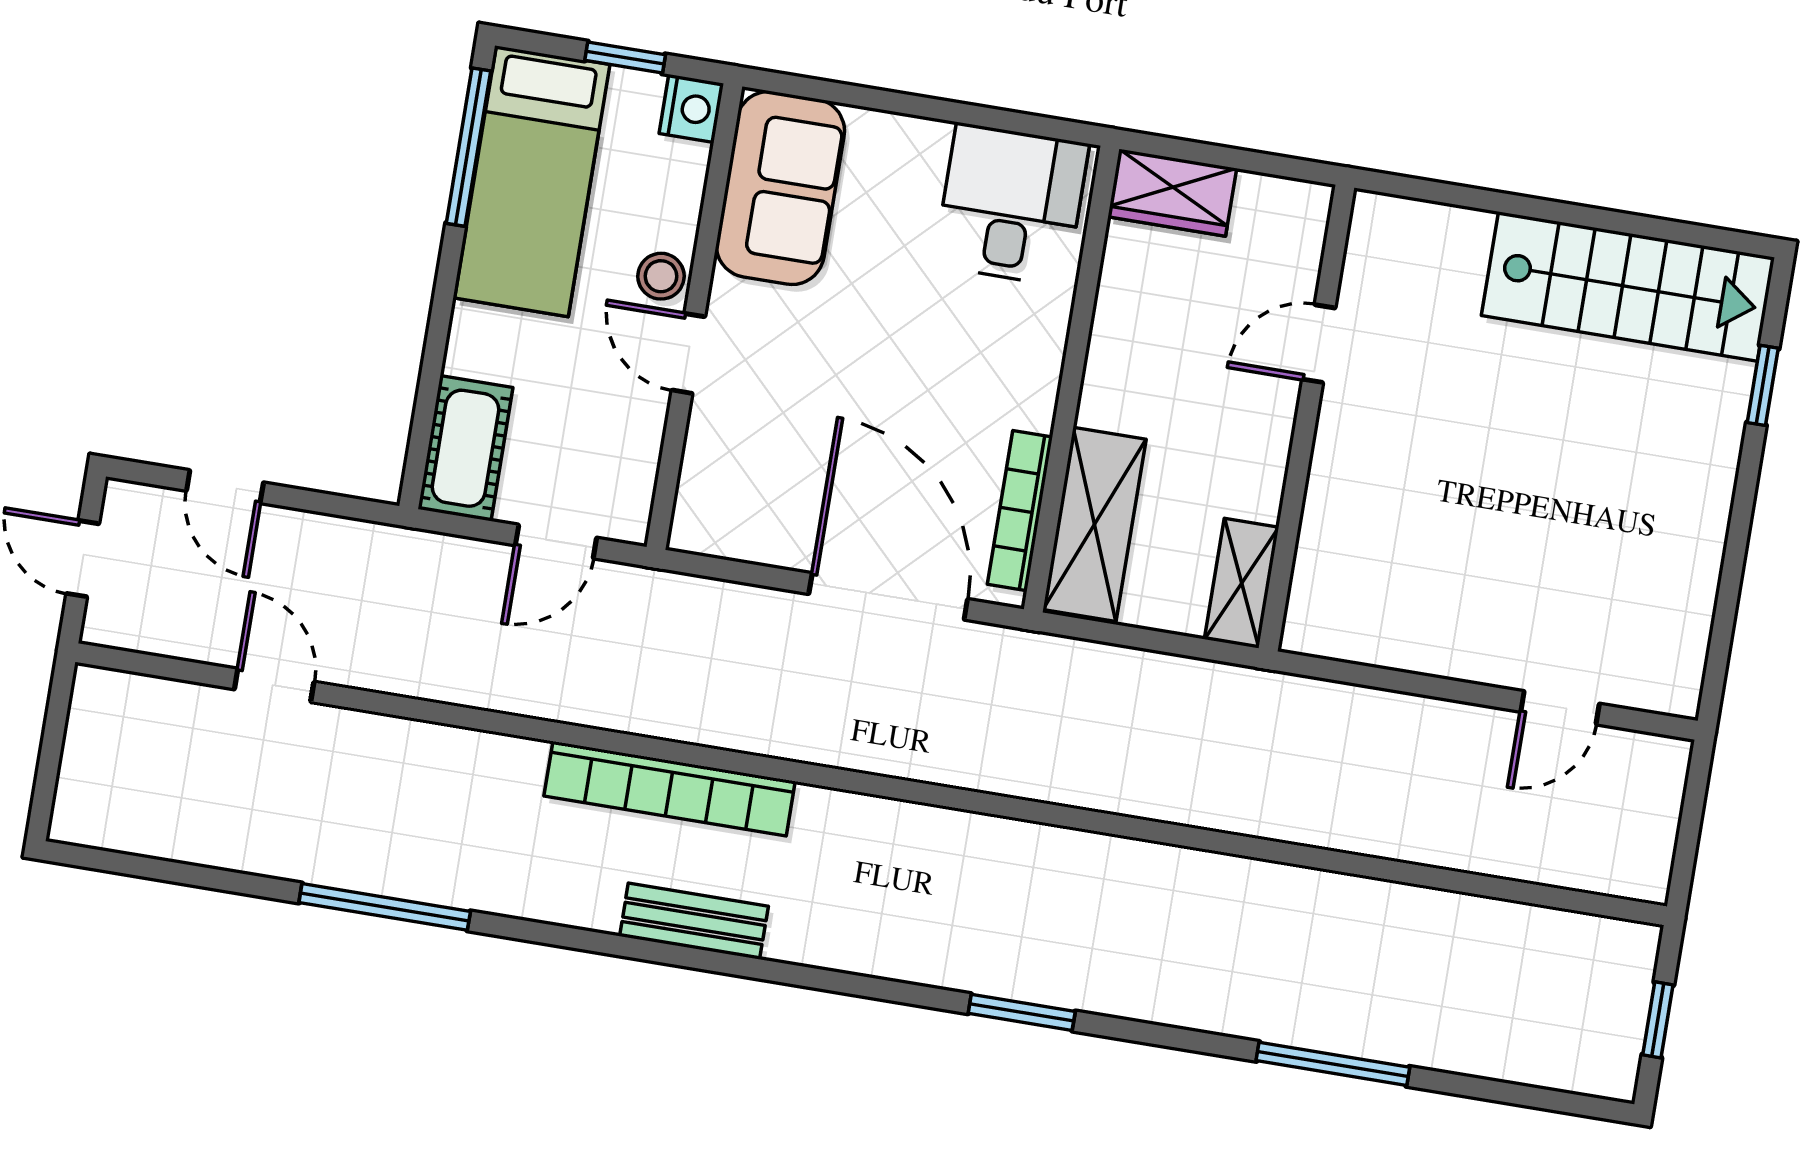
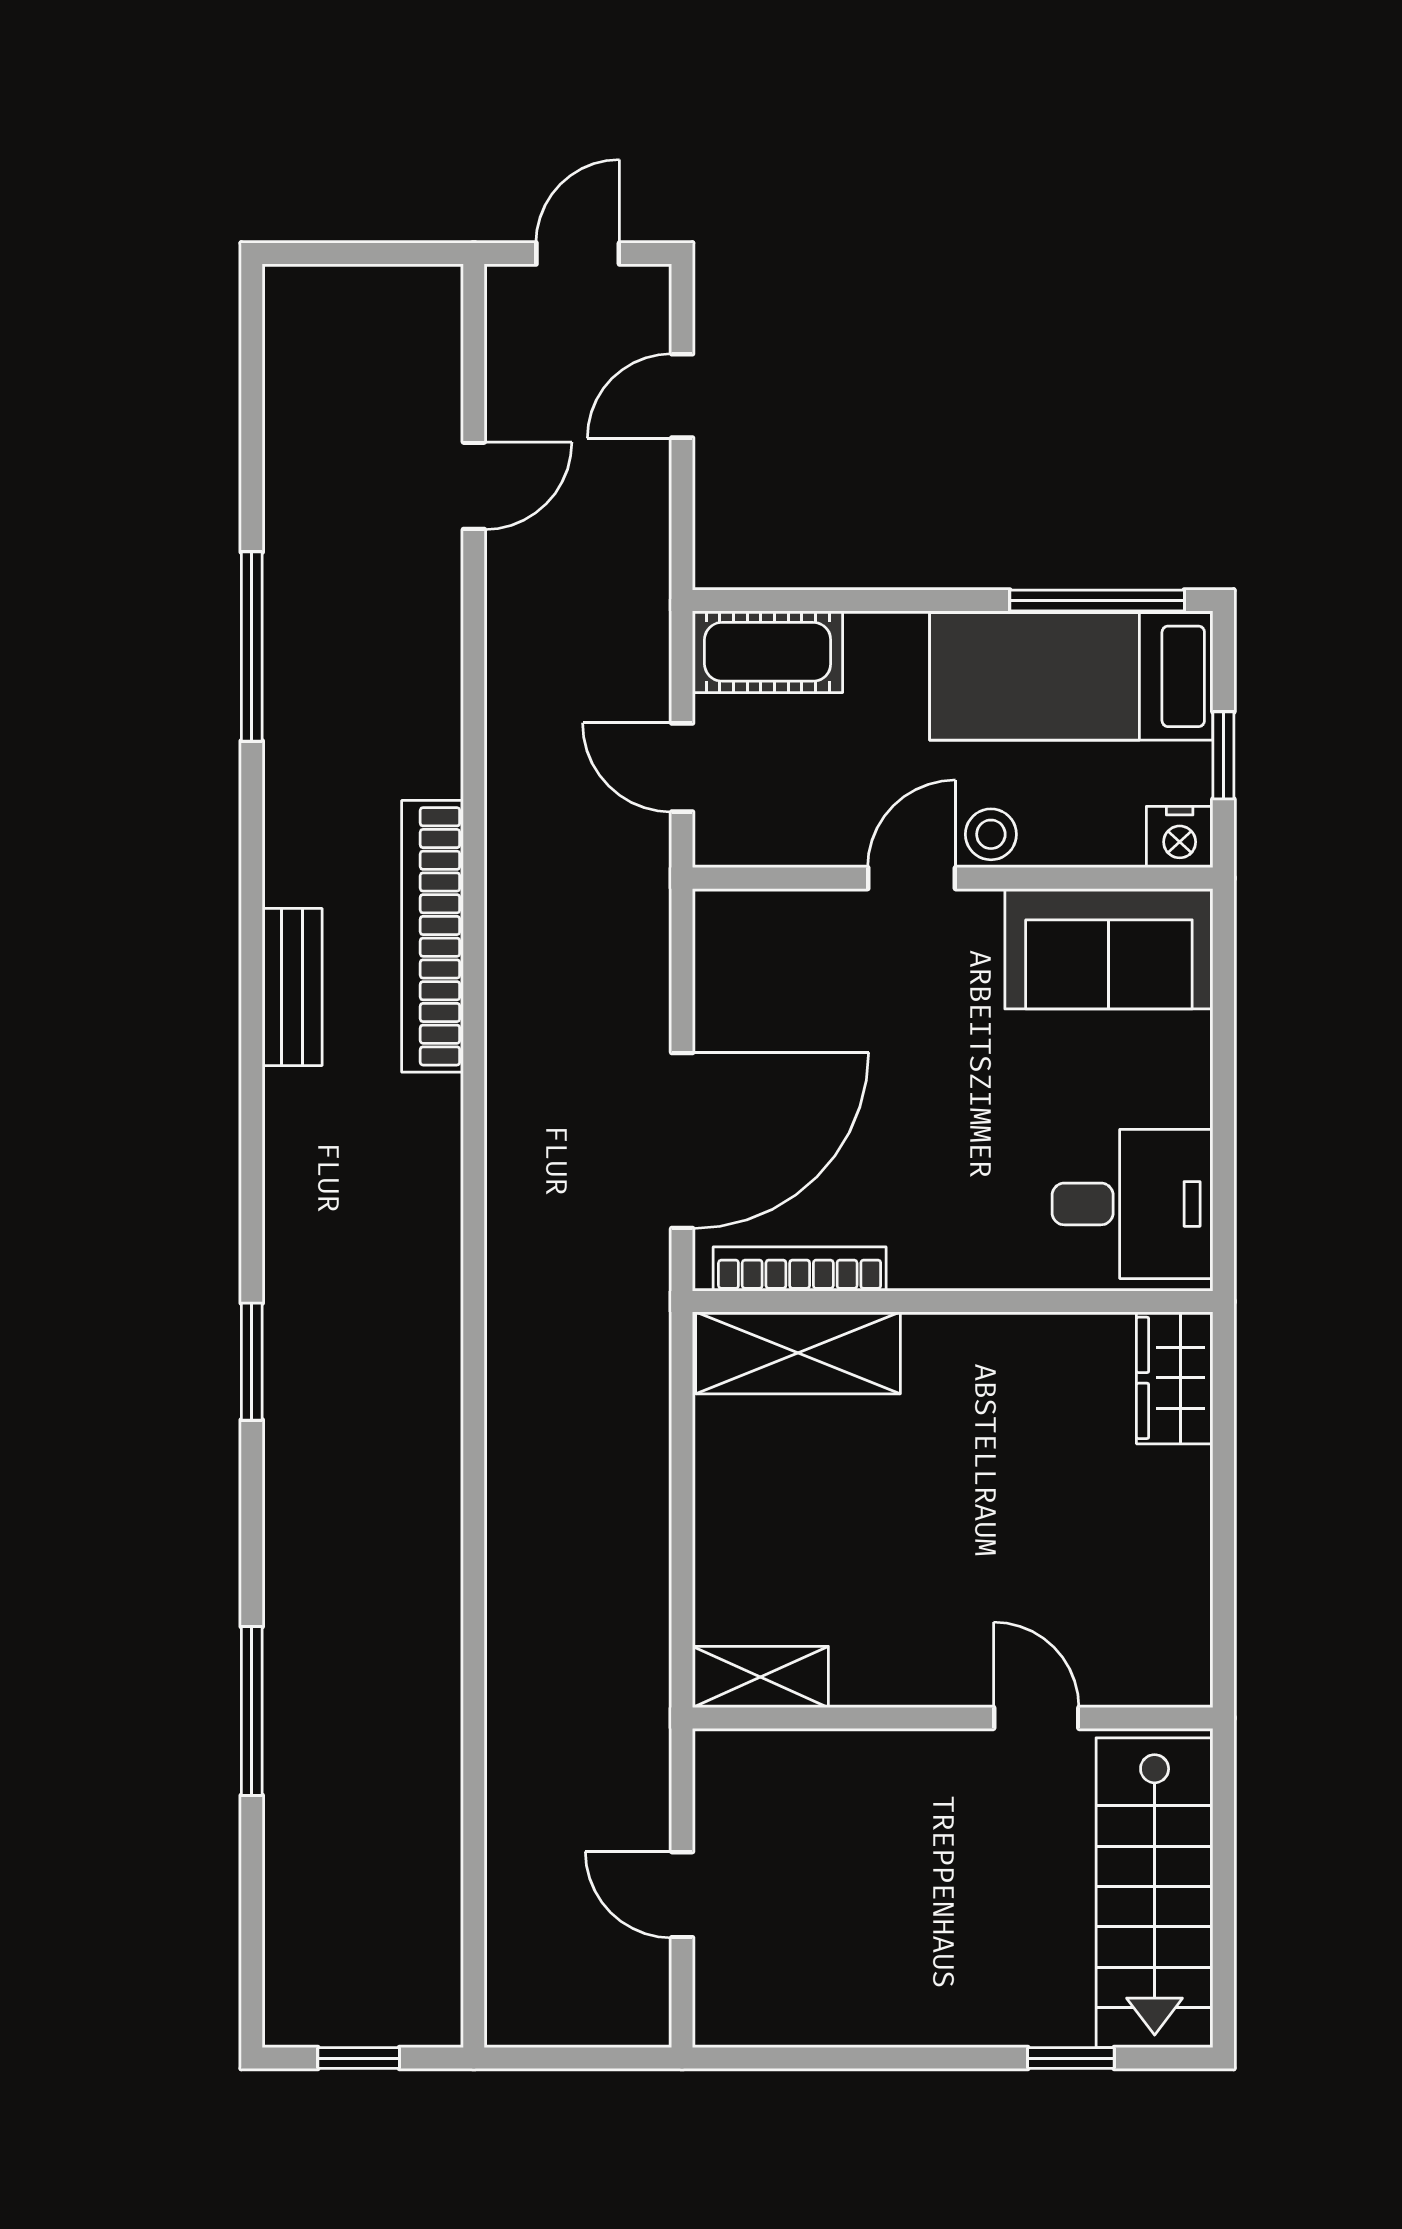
door: (1319, 344) -> (1036, 1718), moved
wall: (1306, 418) -> (953, 1718), moved
shelving: (1242, 583) -> (760, 1677), moved

